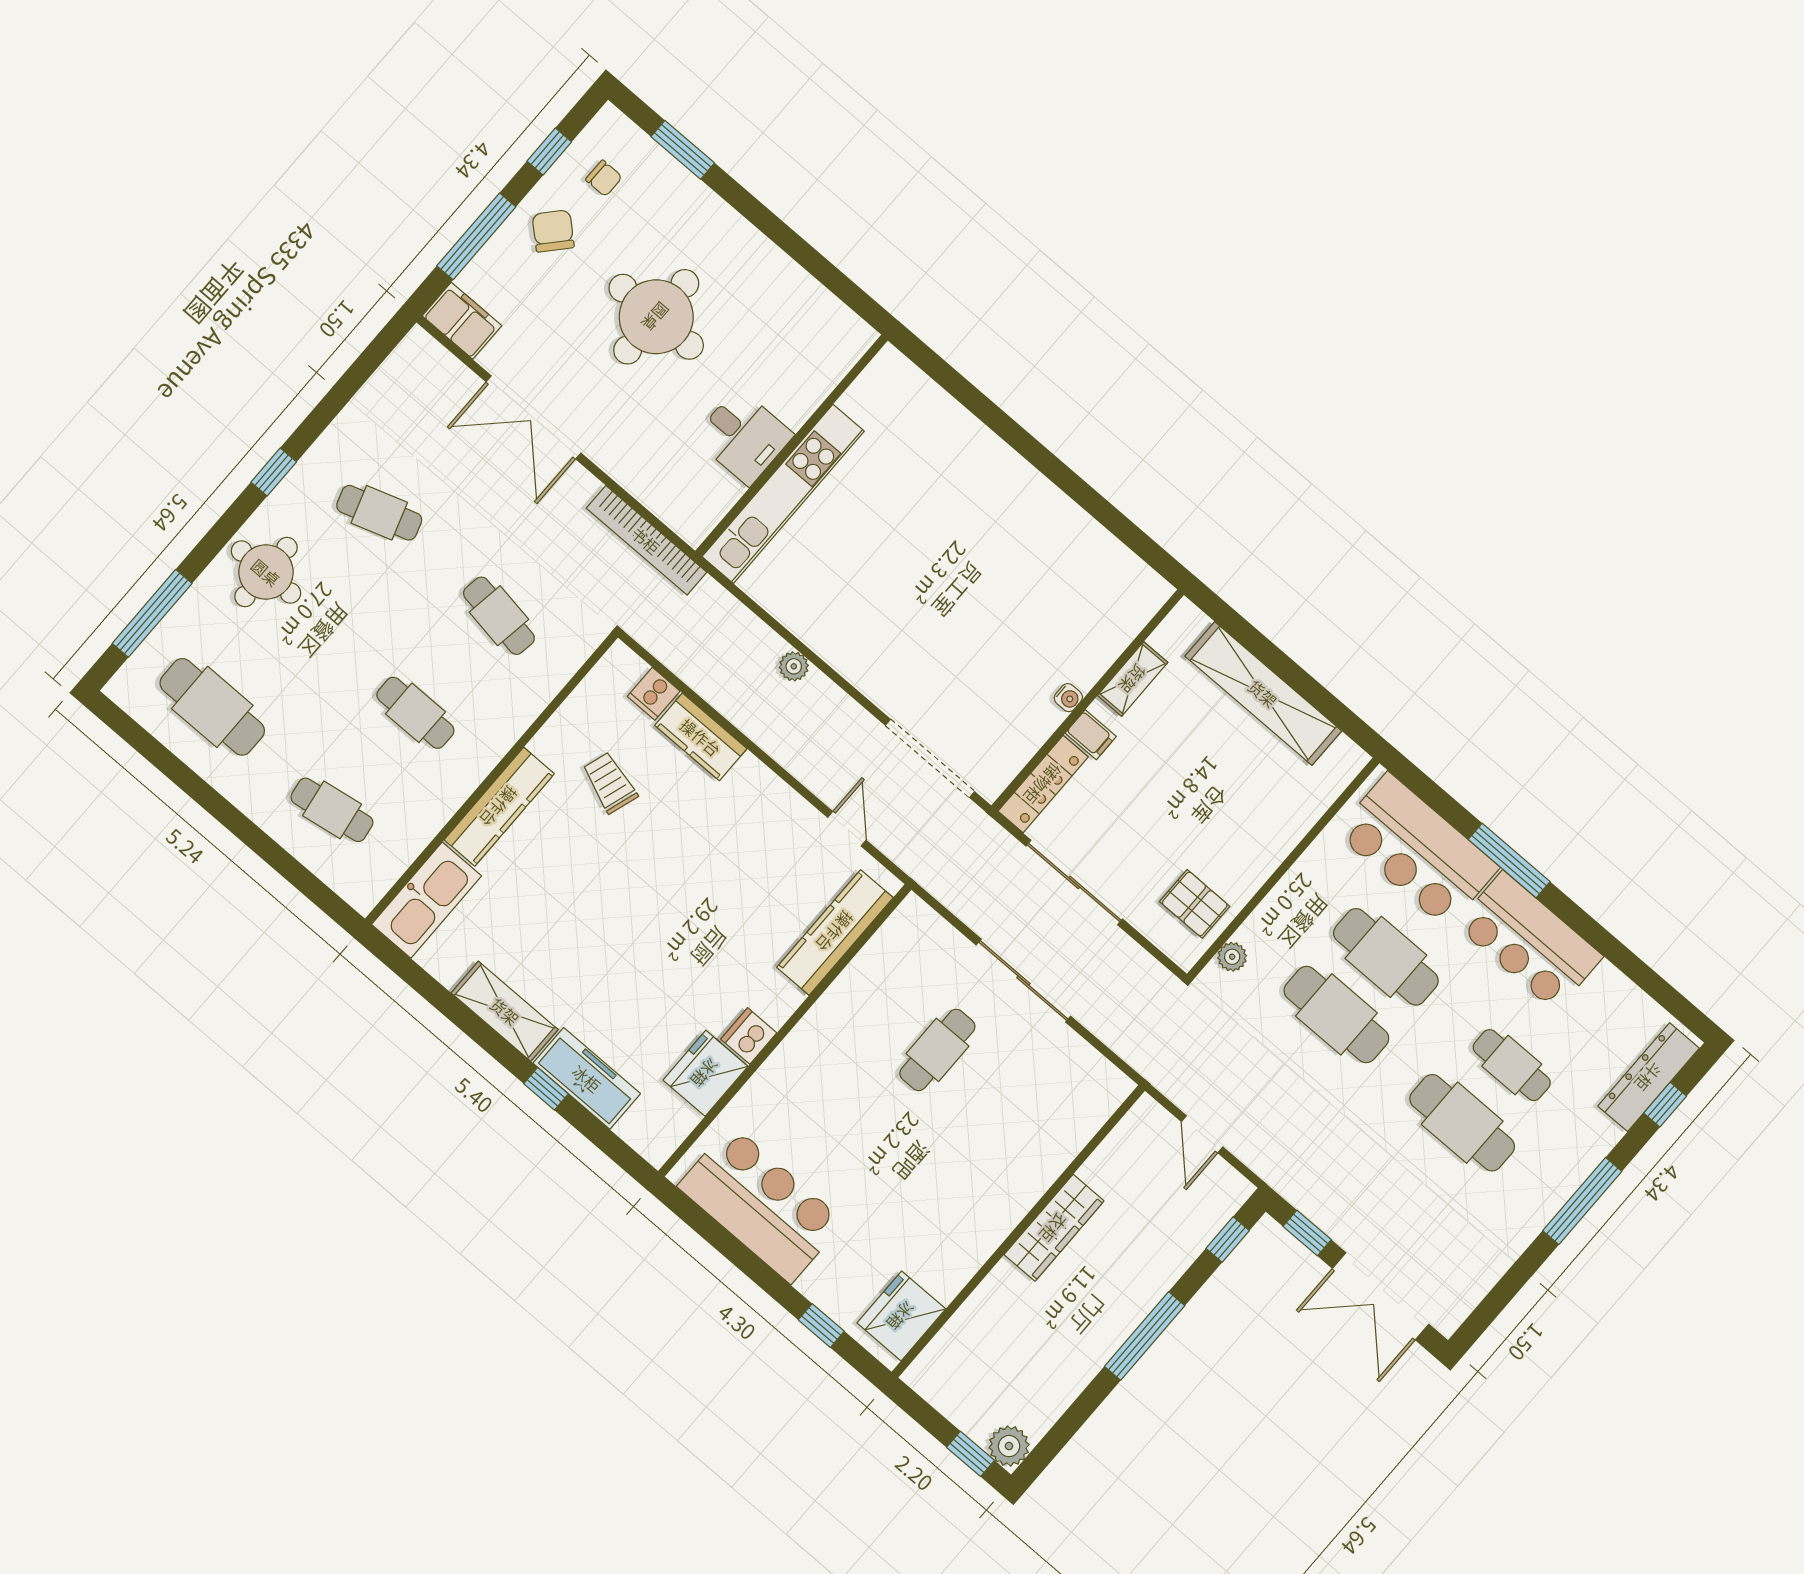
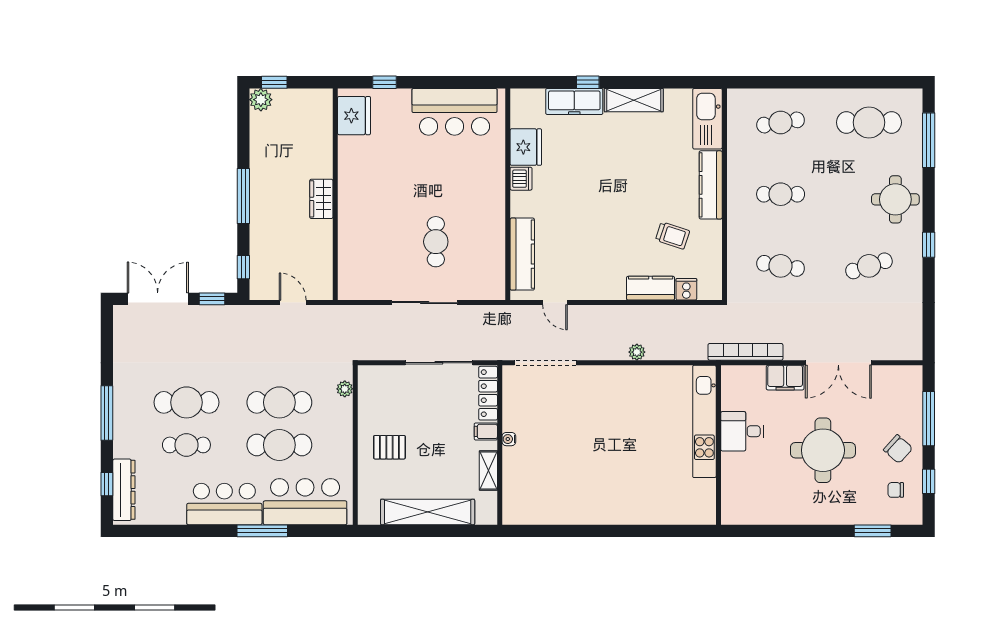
filing cabinet: (462, 321) -> (785, 378), moved
double door: (533, 417) -> (838, 363), swing flipped
pallet: (1195, 904) -> (389, 447), moved
wardrobe: (1054, 1228) -> (321, 199), width x0.67

